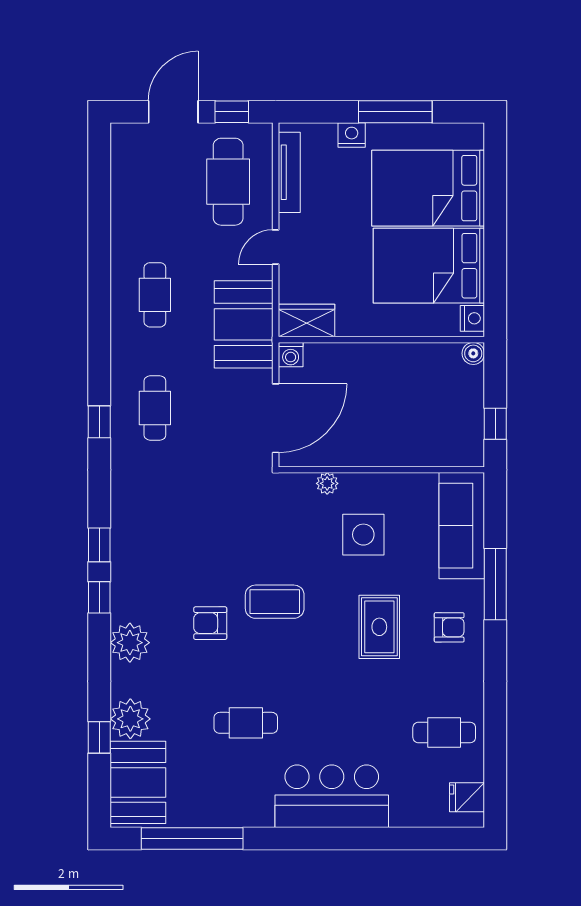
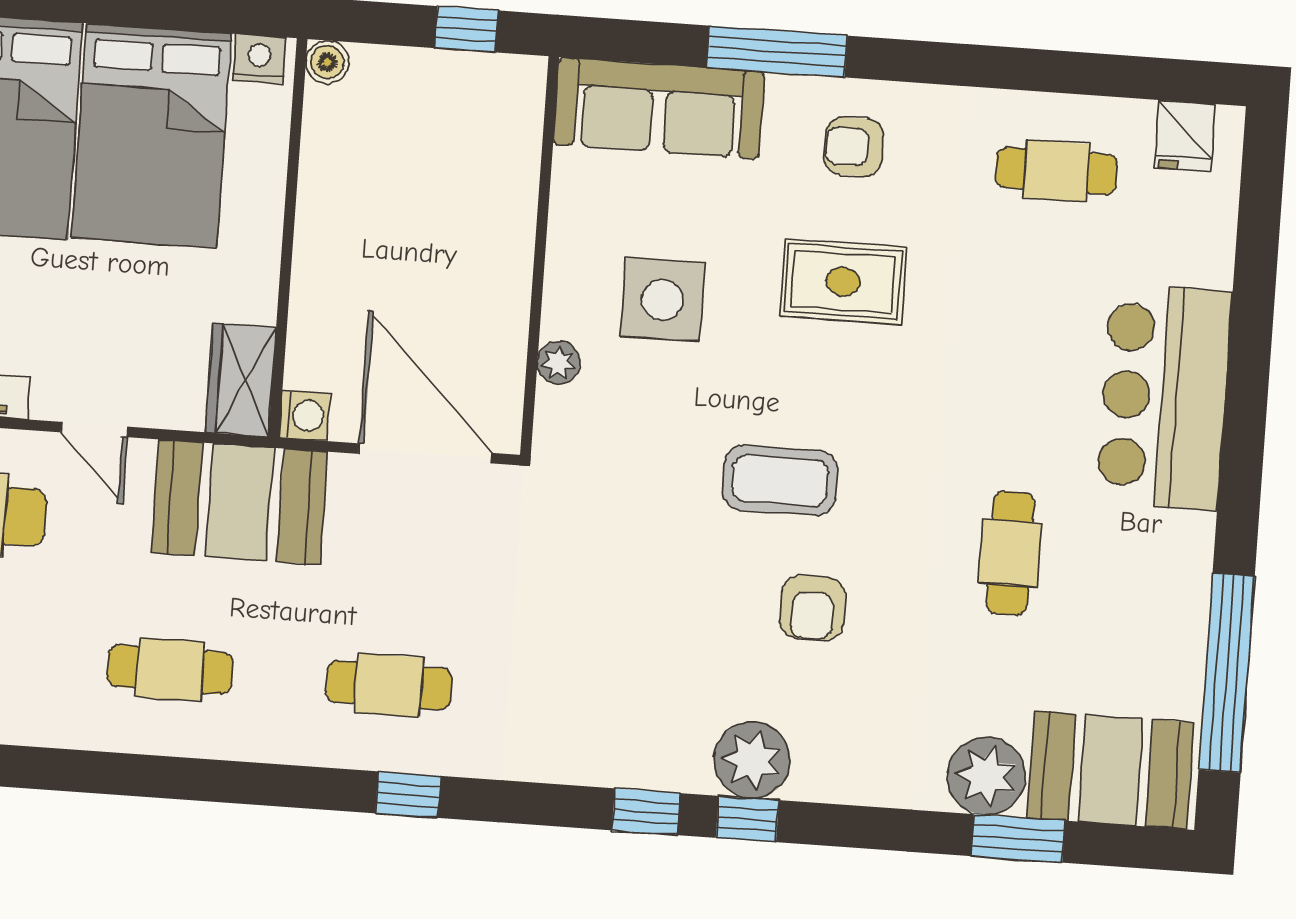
coffee table: (275, 602) -> (780, 480), turned 90
armchair: (449, 627) -> (854, 147), turned -90
plant: (130, 643) -> (752, 760), moved
cafe table: (444, 732) -> (1056, 171), turned 90
window: (99, 737) -> (1018, 838), width x1.50

